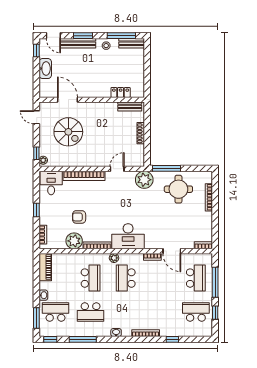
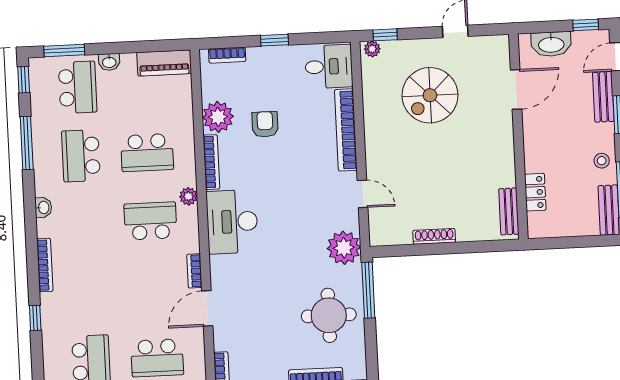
bench: (78, 43) -> (603, 97), width x0.73
locker: (121, 92) -> (535, 192), moved
door: (68, 100) -> (516, 89), moved
wall: (92, 100) -> (518, 137), moved
bench: (130, 106) -> (509, 211), moved

